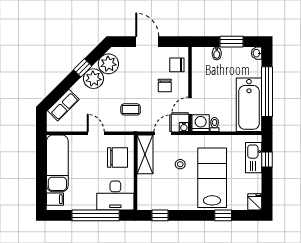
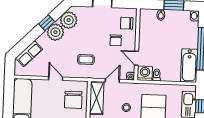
bathtub: (249, 105) -> (189, 66), width x0.73, depth x0.73
door: (190, 106) -> (137, 58), hinge flipped
chair: (117, 158) -> (73, 100), turned 90

